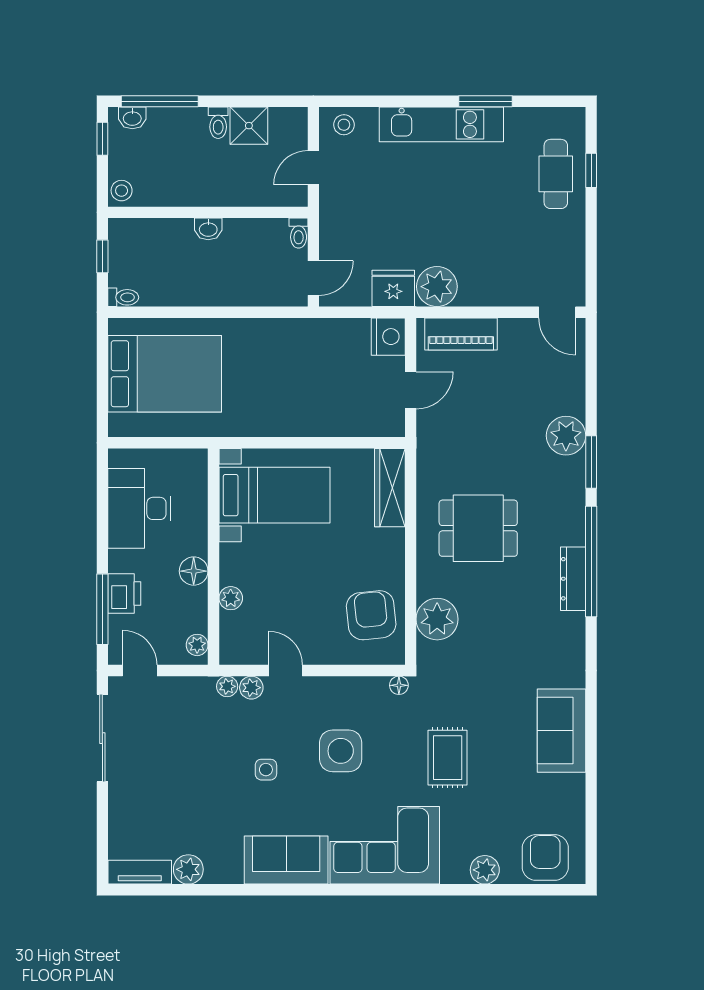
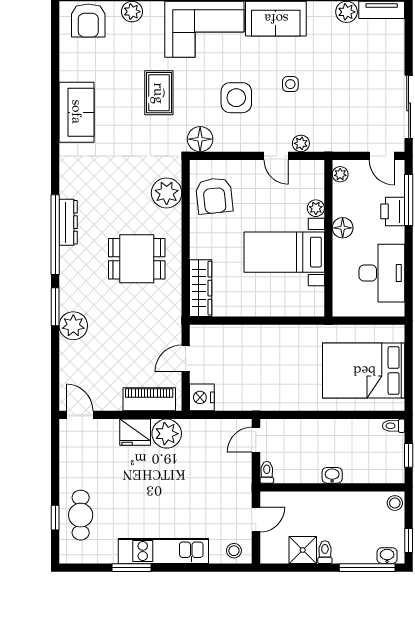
fridge: (393, 288) -> (135, 432), moved
bed with nightstands: (274, 495) -> (284, 252), moved
floor lamp: (399, 685) -> (200, 139), width x1.89, depth x1.89
plant: (227, 686) -> (318, 144), removed

